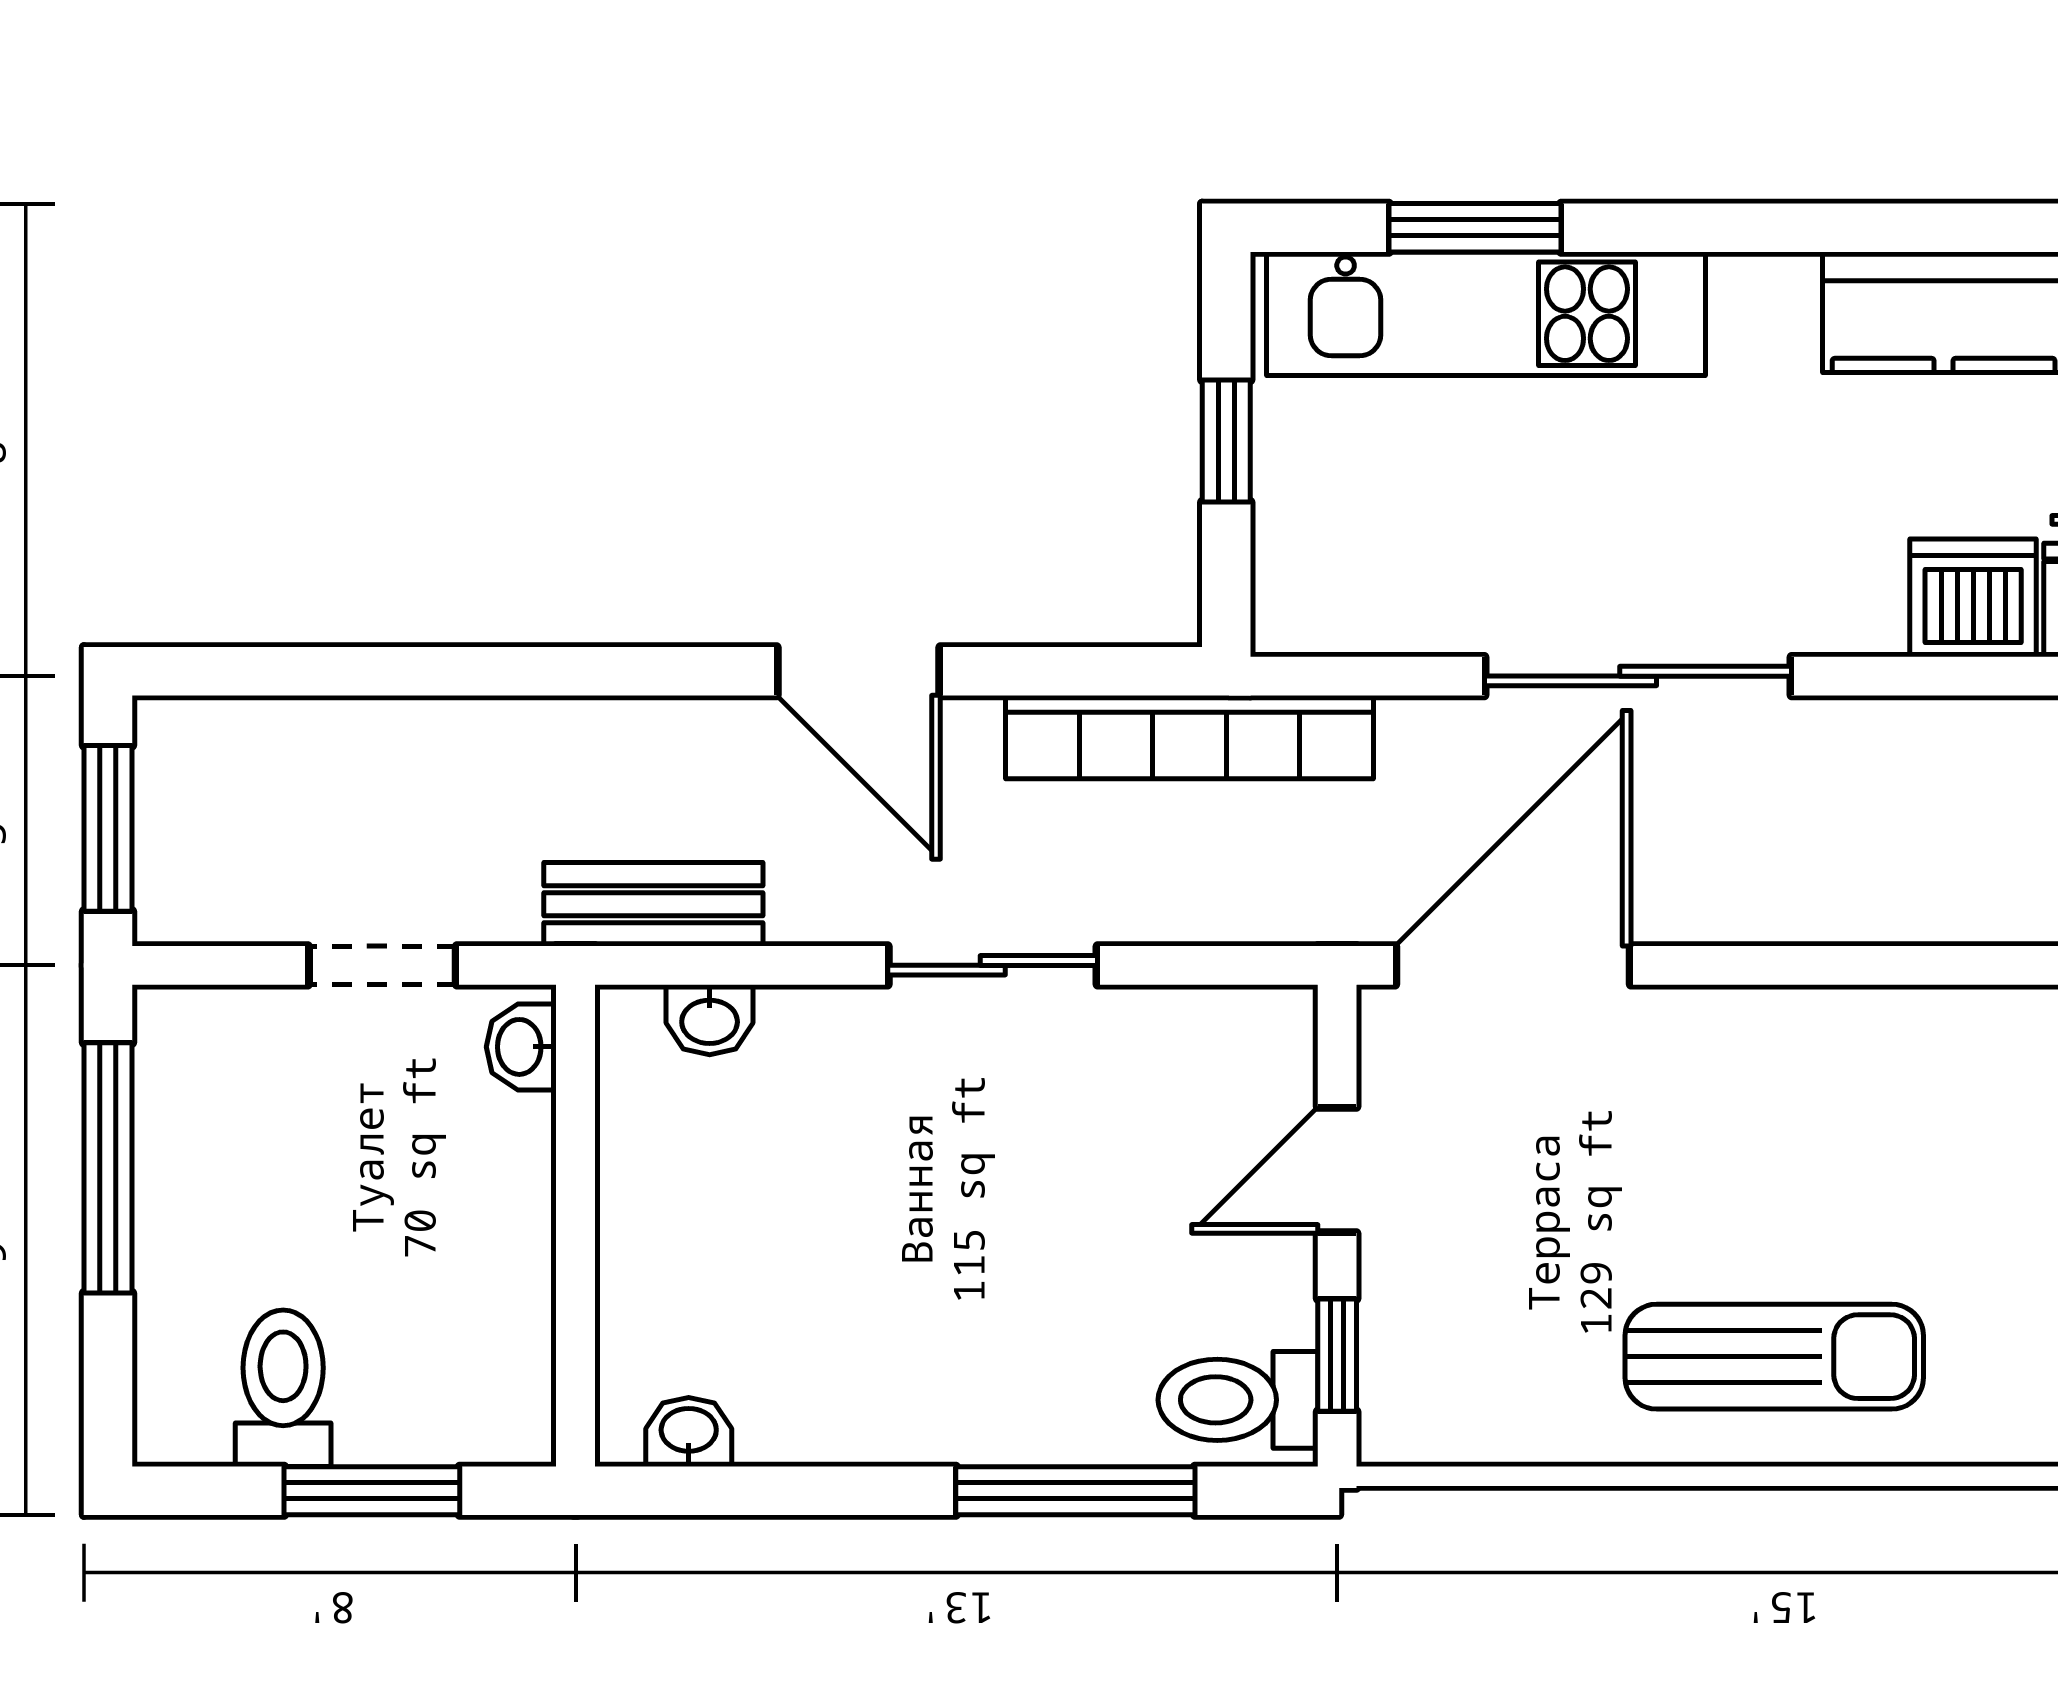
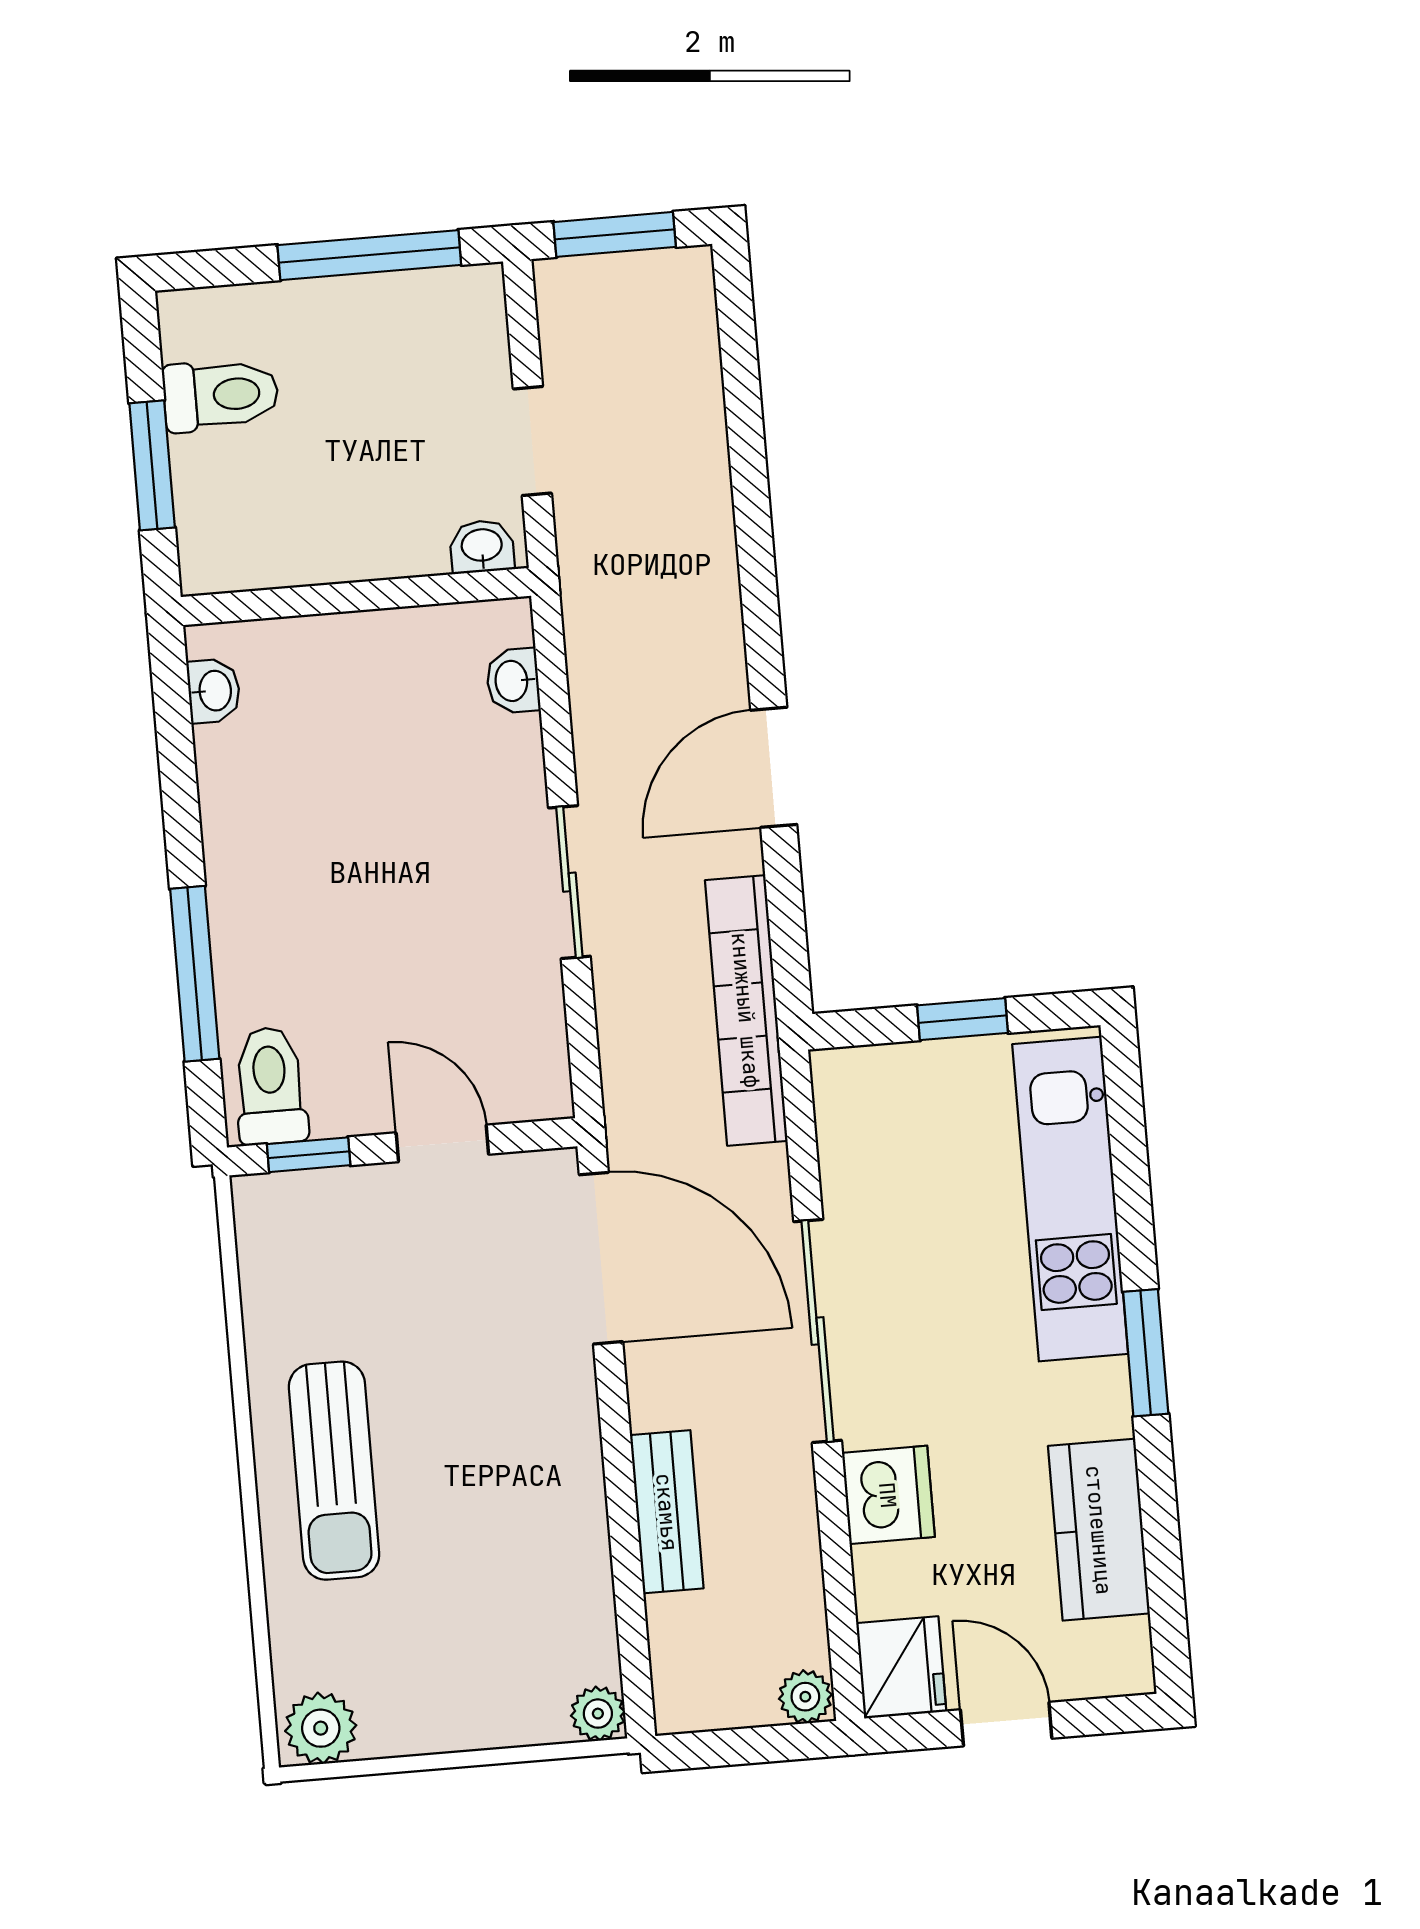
window: (1475, 228) -> (1146, 1353), moved
dishwasher: (1973, 598) -> (888, 1495), moved
bench: (653, 904) -> (667, 1512), moved

